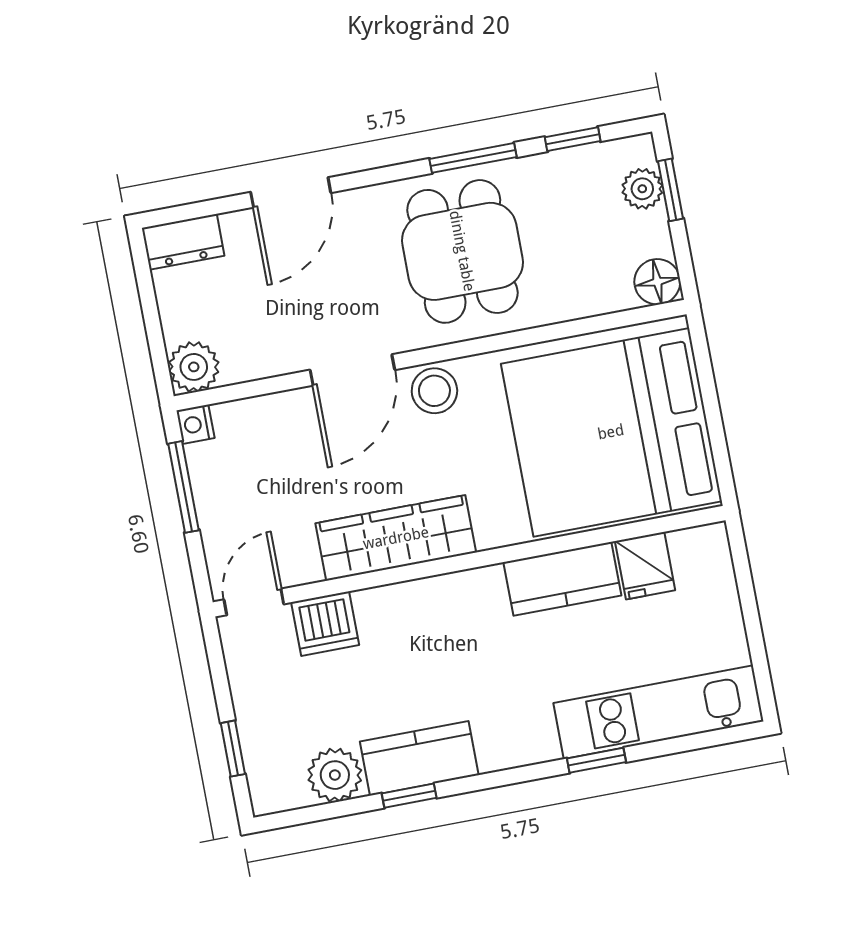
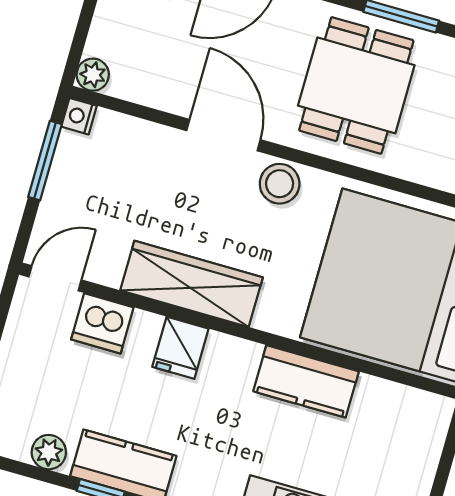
plant: (194, 367) -> (93, 75), width x0.73, depth x0.73
door: (352, 370) -> (223, 135), swing flipped
fridge: (645, 566) -> (180, 348), moved
plant: (335, 775) -> (49, 452), width x0.73, depth x0.73

